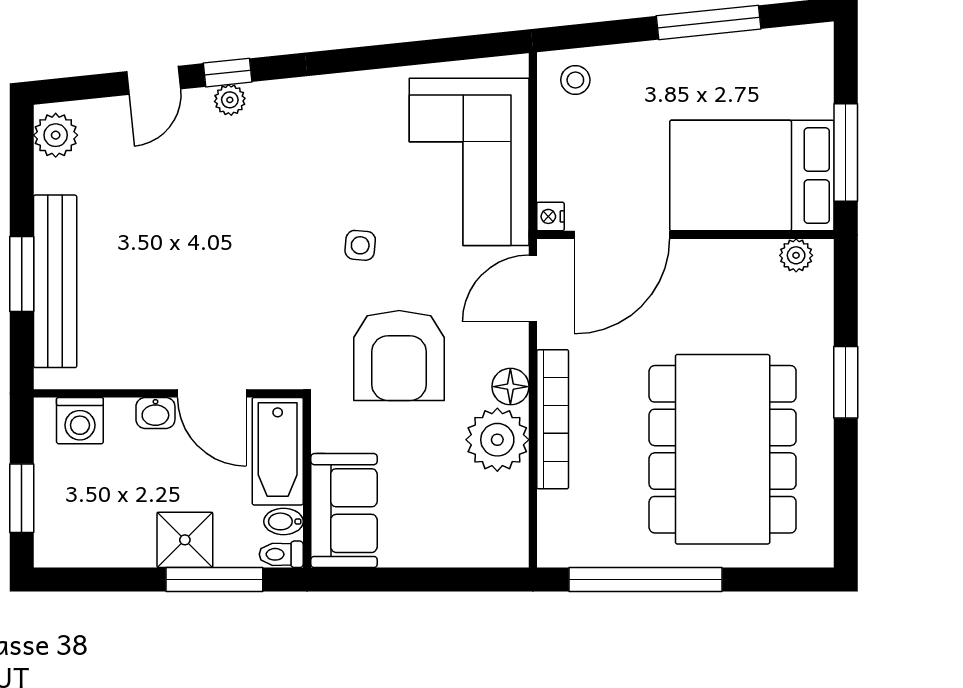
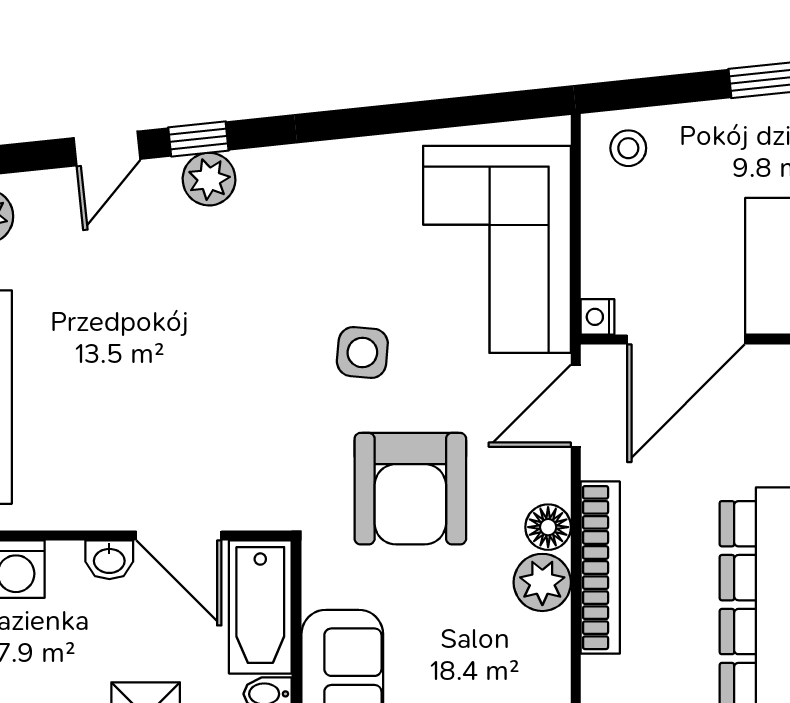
plant: (230, 100) -> (209, 179), width x1.38, depth x1.38
side table: (360, 245) -> (362, 352), width x1.37, depth x1.37
plant: (497, 440) -> (542, 582), width x0.73, depth x0.73

